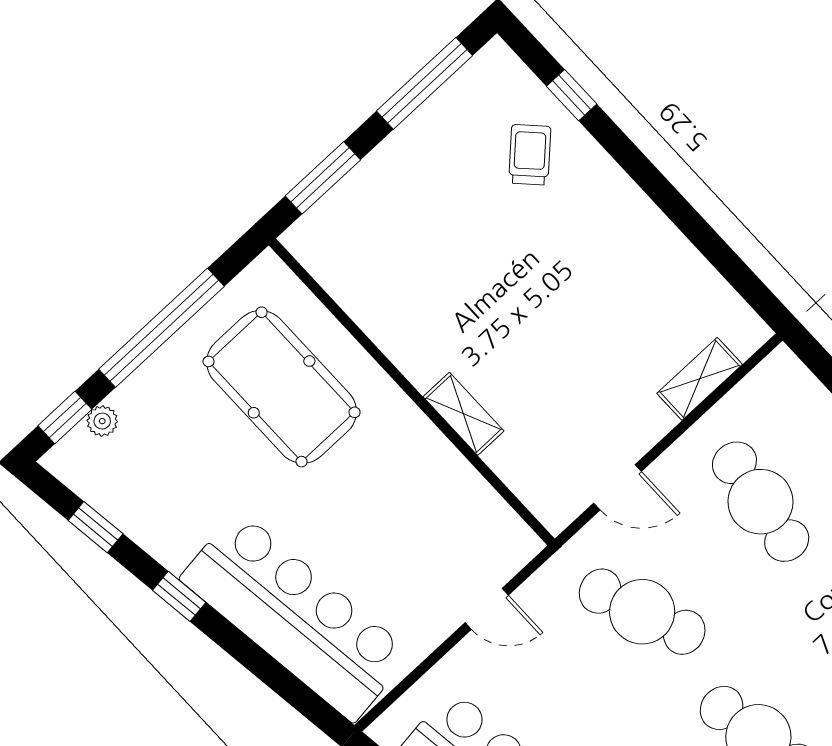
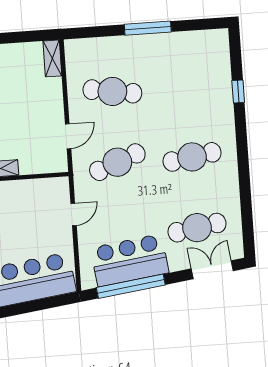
shelving: (700, 379) -> (52, 58), moved

